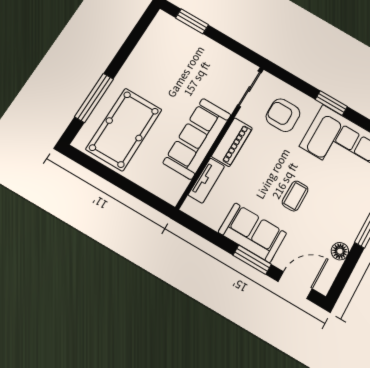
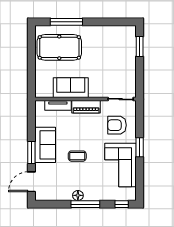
armchair: (283, 115) -> (117, 125), turned -90
sofa: (197, 139) -> (71, 88), width x0.73
floor lamp: (340, 251) -> (78, 195), moved
door: (295, 285) -> (31, 182), swing flipped

